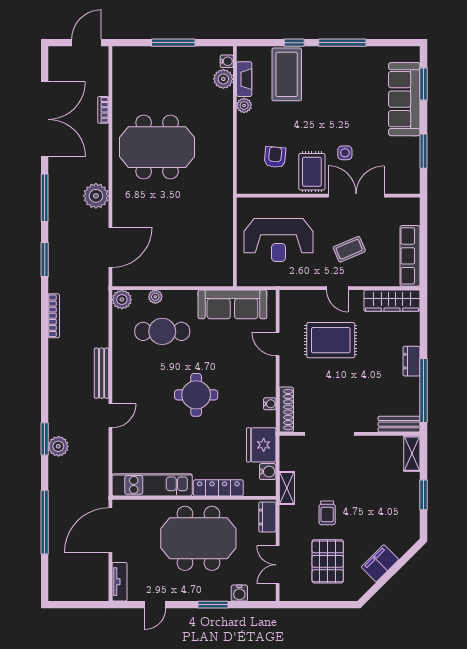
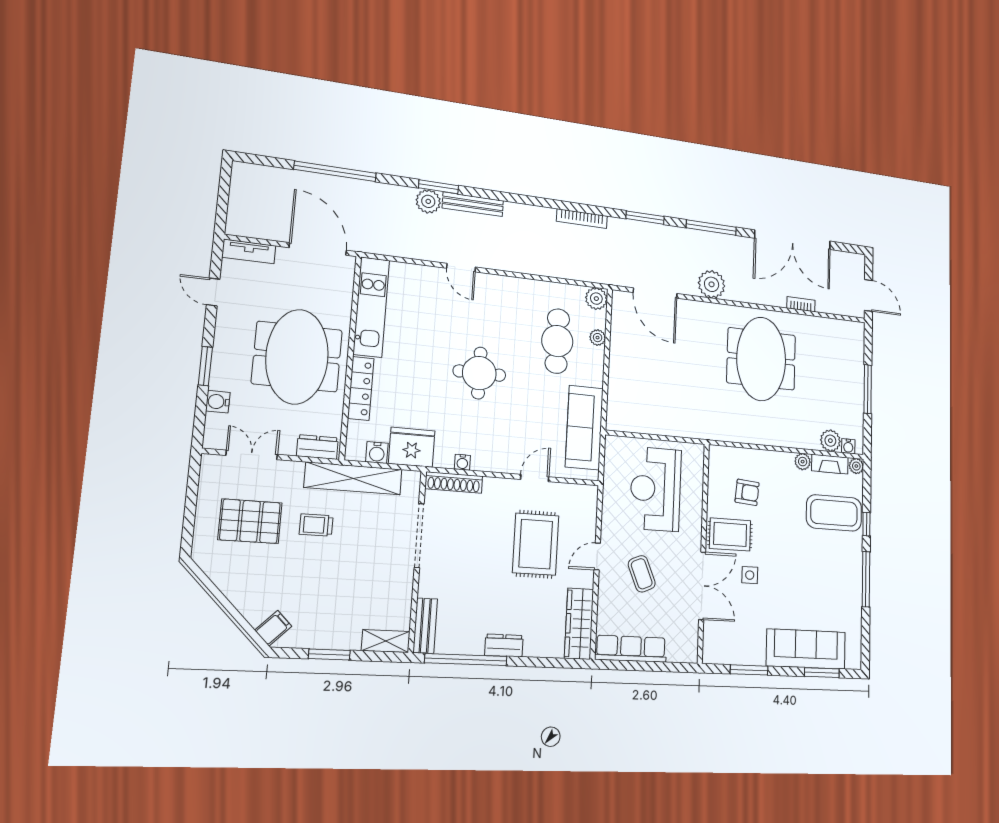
plant: (244, 53) -> (856, 466), added
bench: (102, 373) -> (473, 204), moved
shelving: (287, 488) -> (353, 478), width x2.20, depth x1.33
filing cabinet: (380, 563) -> (273, 628), moved, width x0.50

